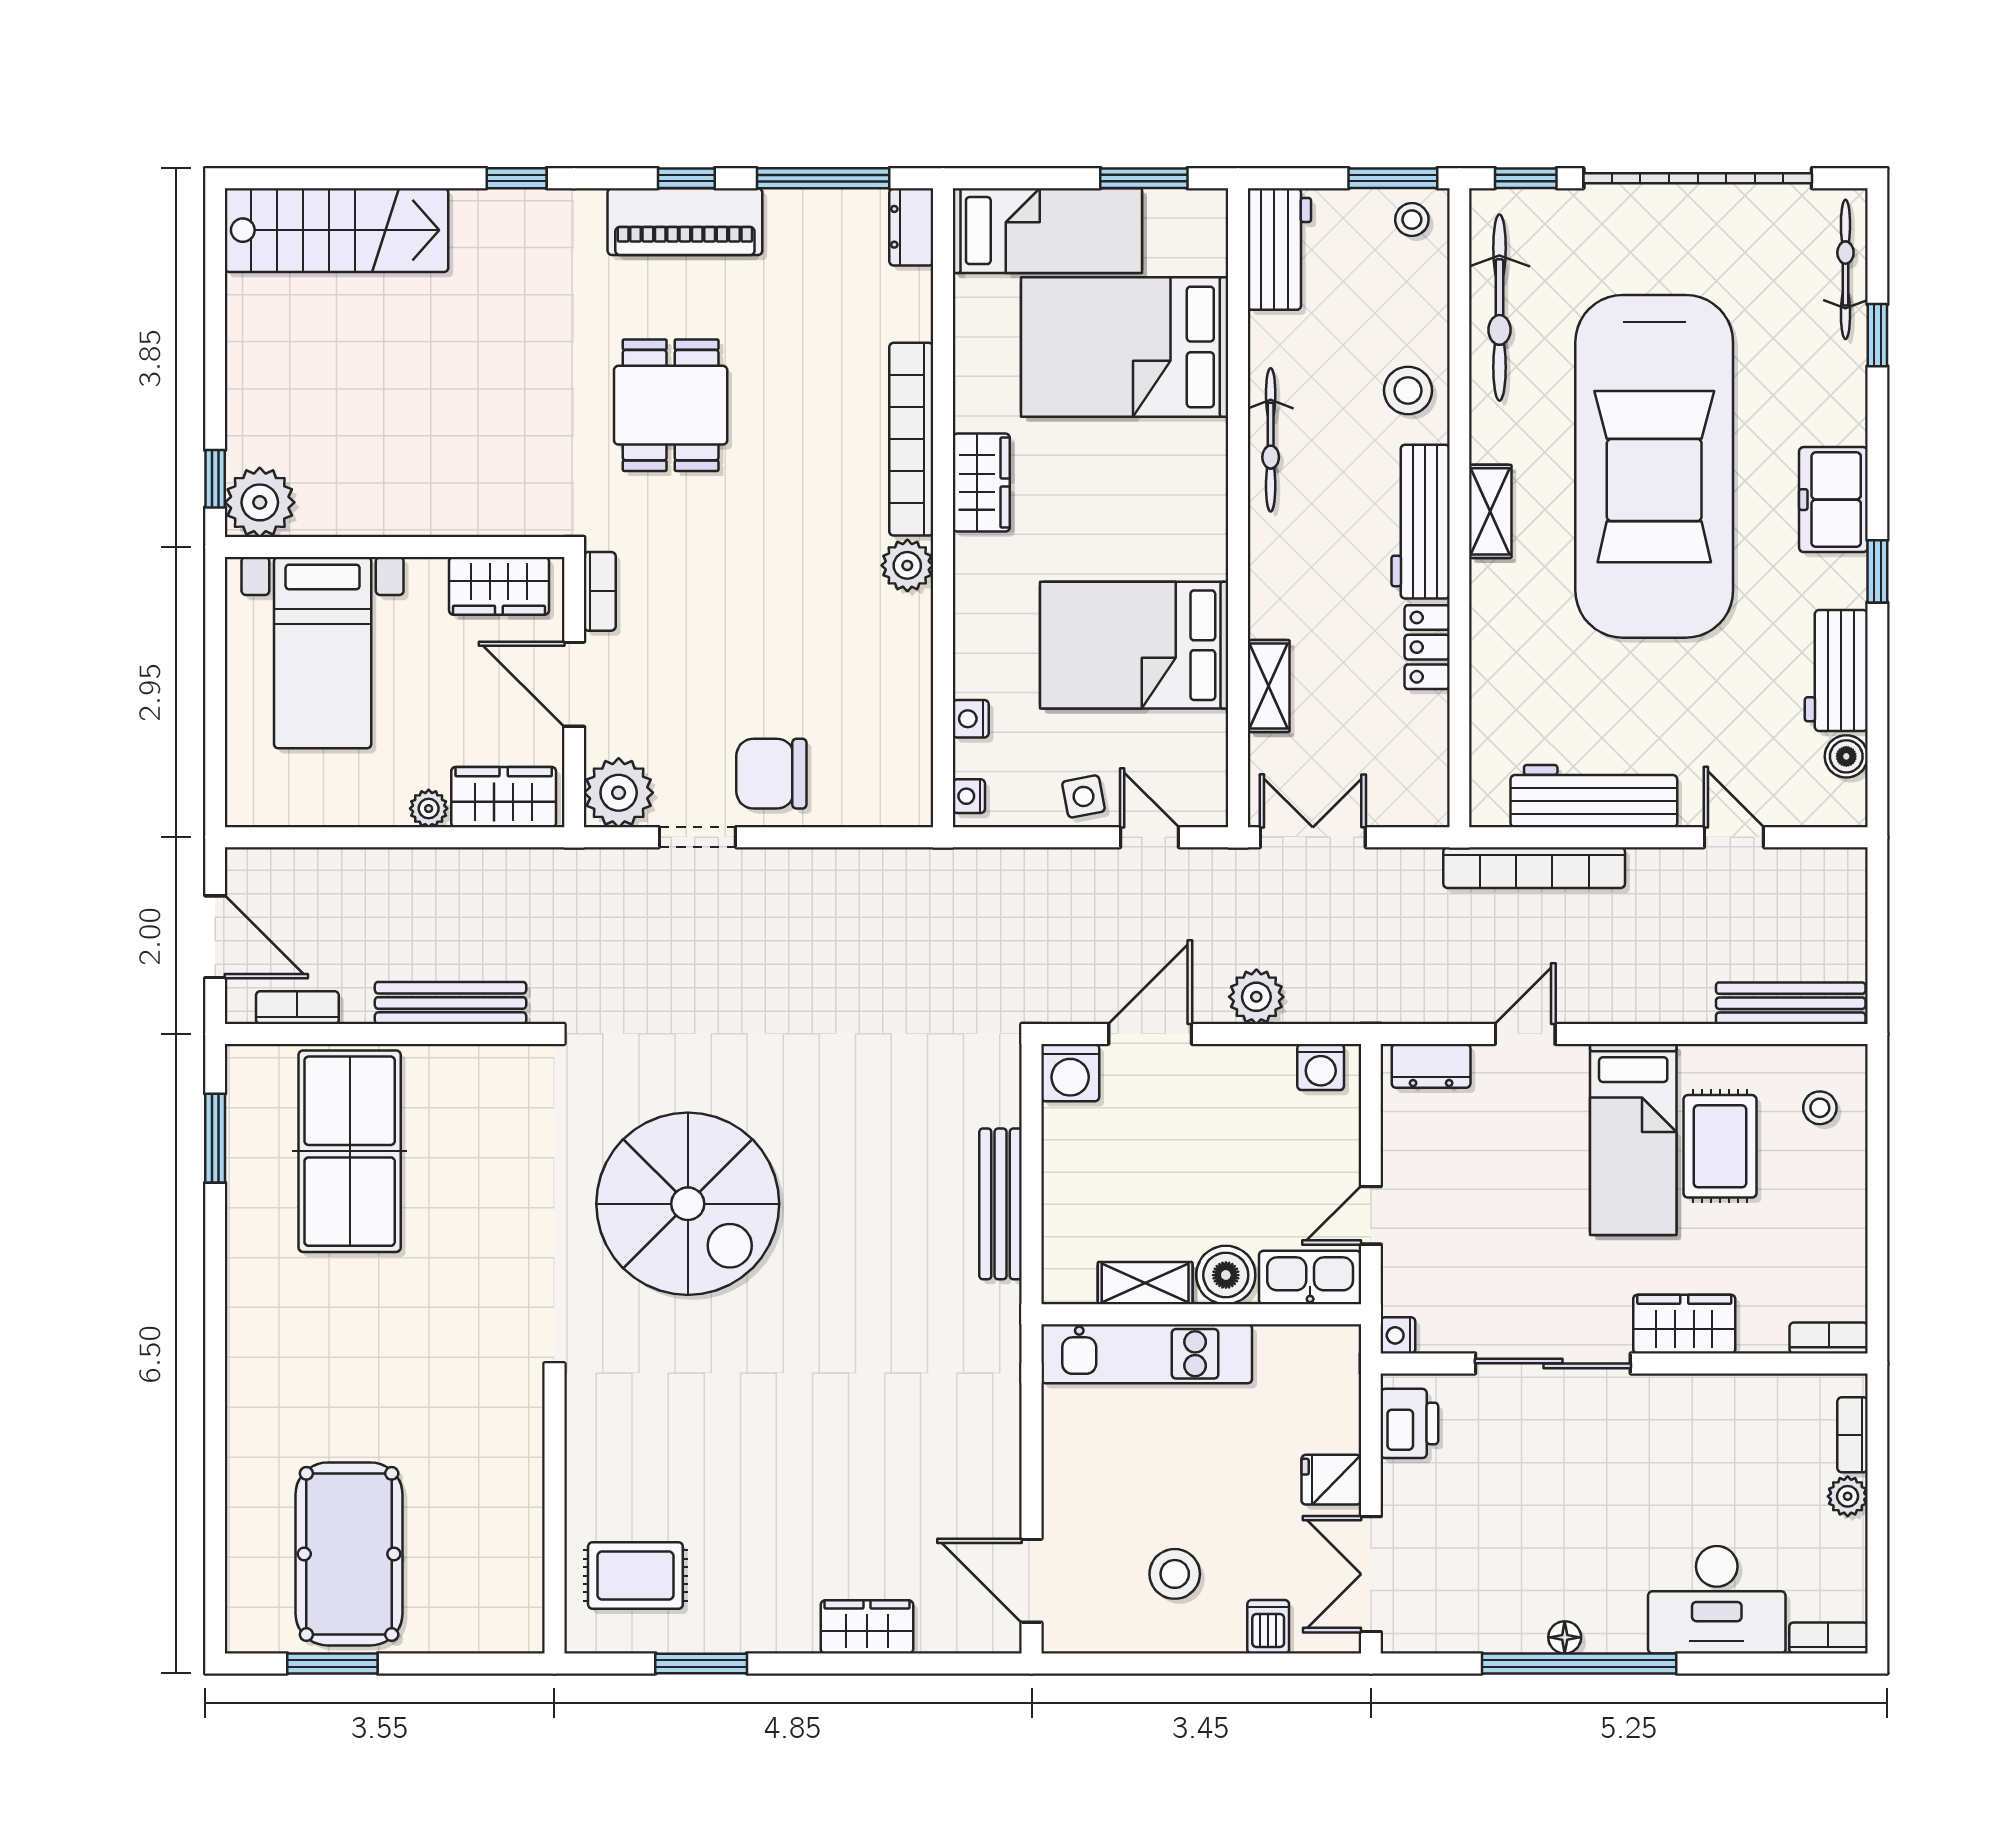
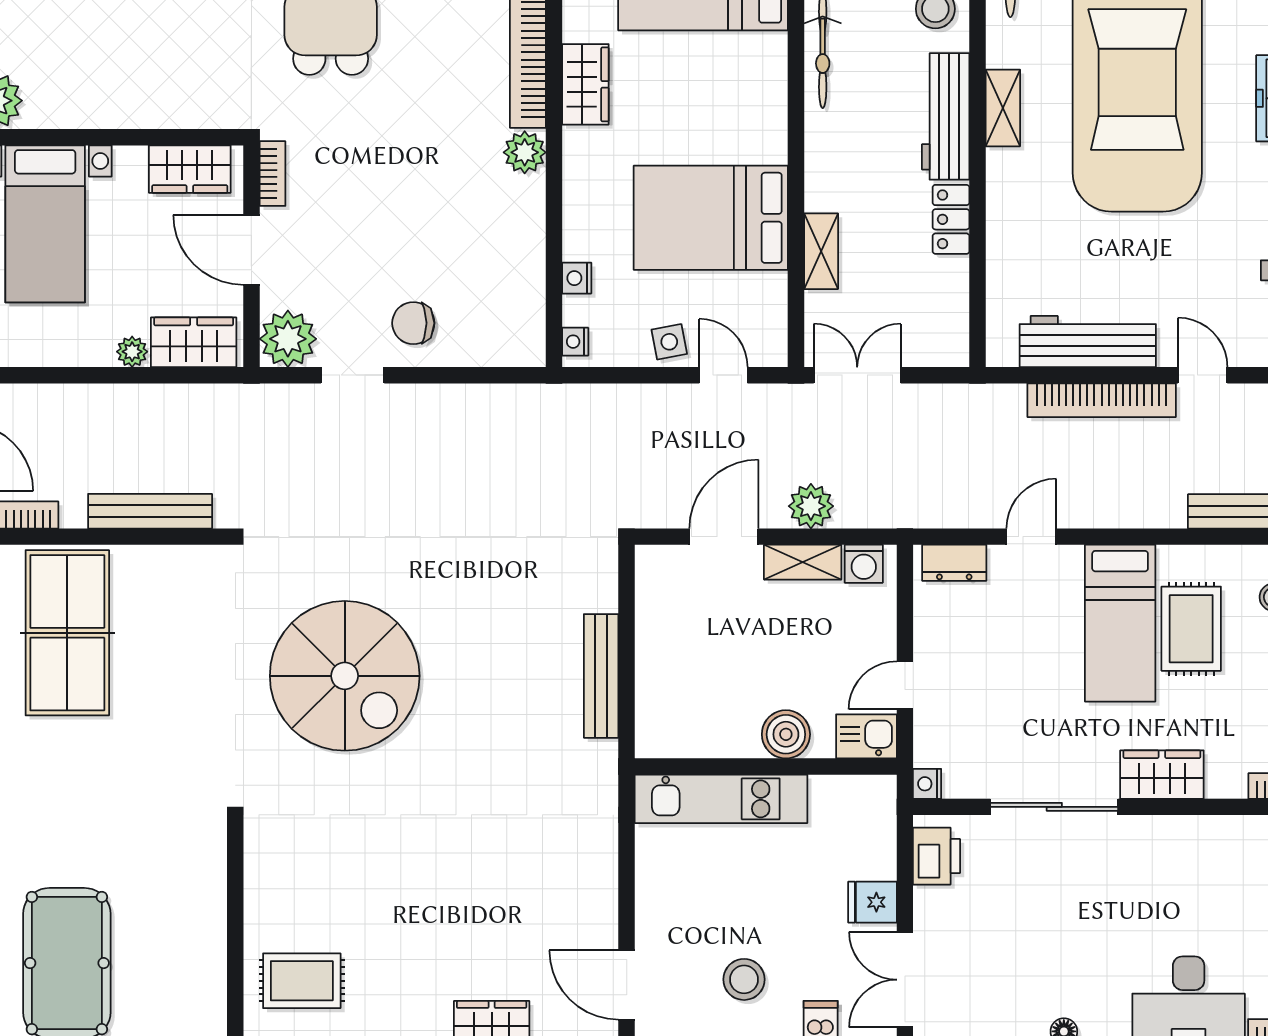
chair: (771, 774) -> (413, 323), width x0.73, depth x0.73
bookcase: (1534, 868) -> (1102, 400), moved
washing machine: (1070, 1073) -> (658, 568), removed
kitchen sink: (1310, 1278) -> (866, 736), width x0.73
shelving: (1145, 1283) -> (803, 562), moved

